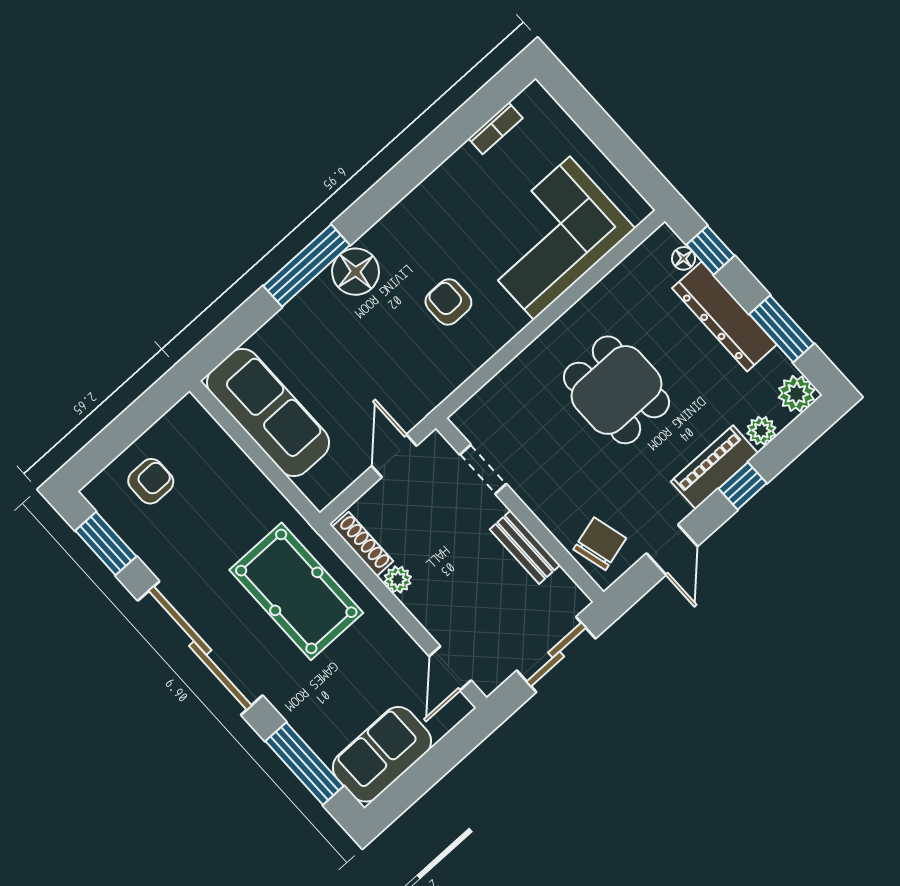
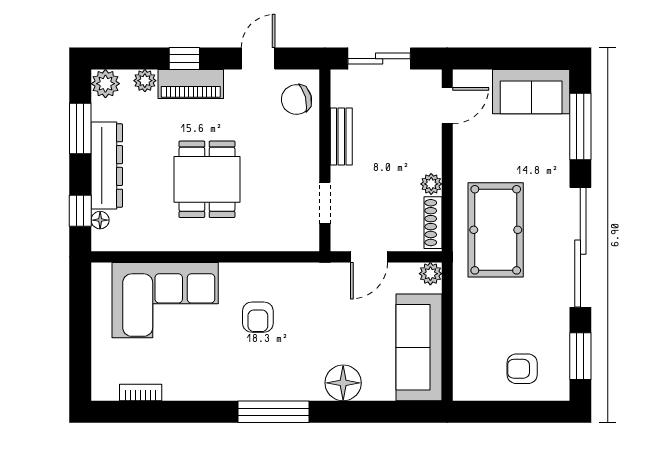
window: (307, 265) -> (274, 412), moved
floor lamp: (356, 272) -> (343, 383), moved
plant: (321, 493) -> (430, 274), added

